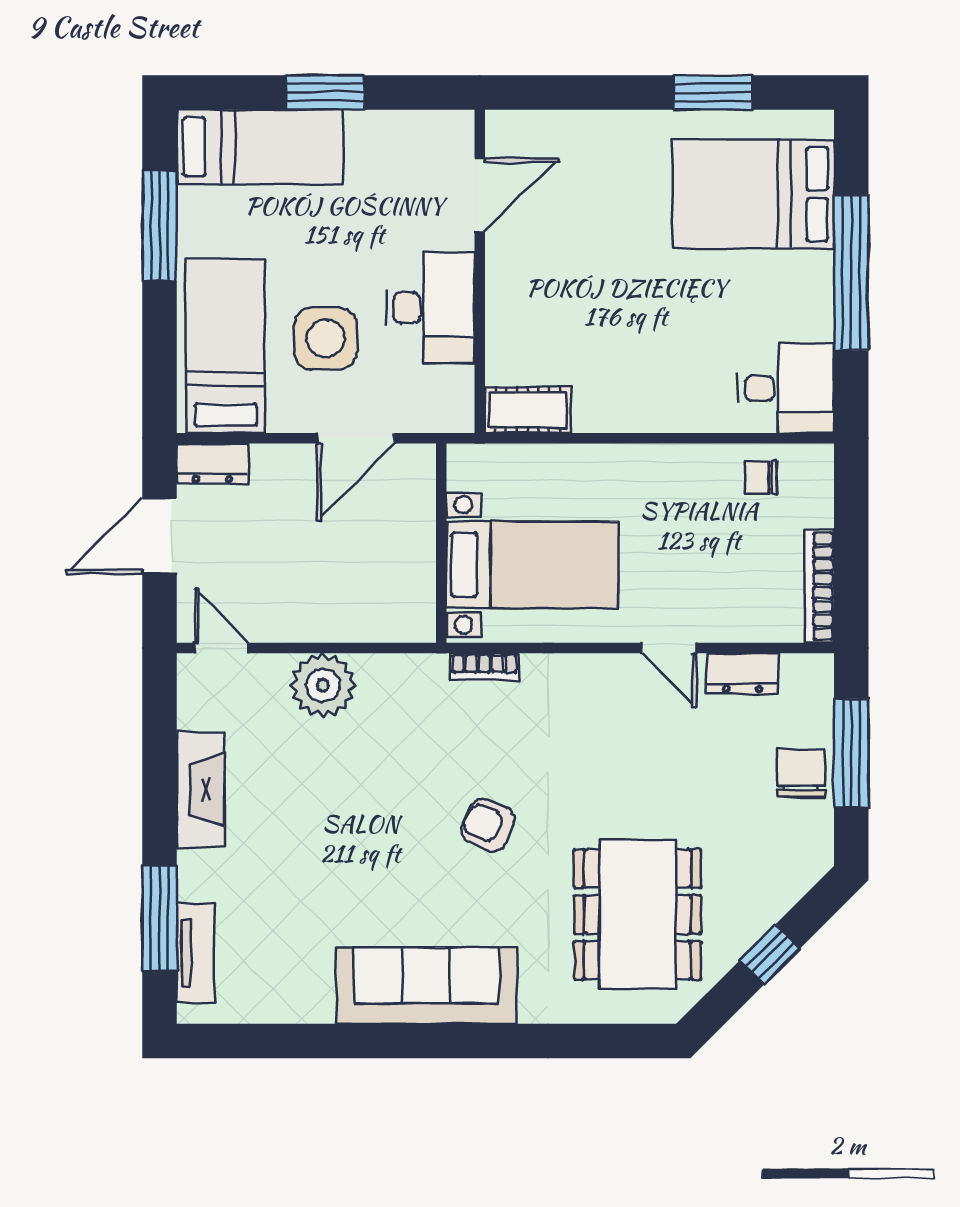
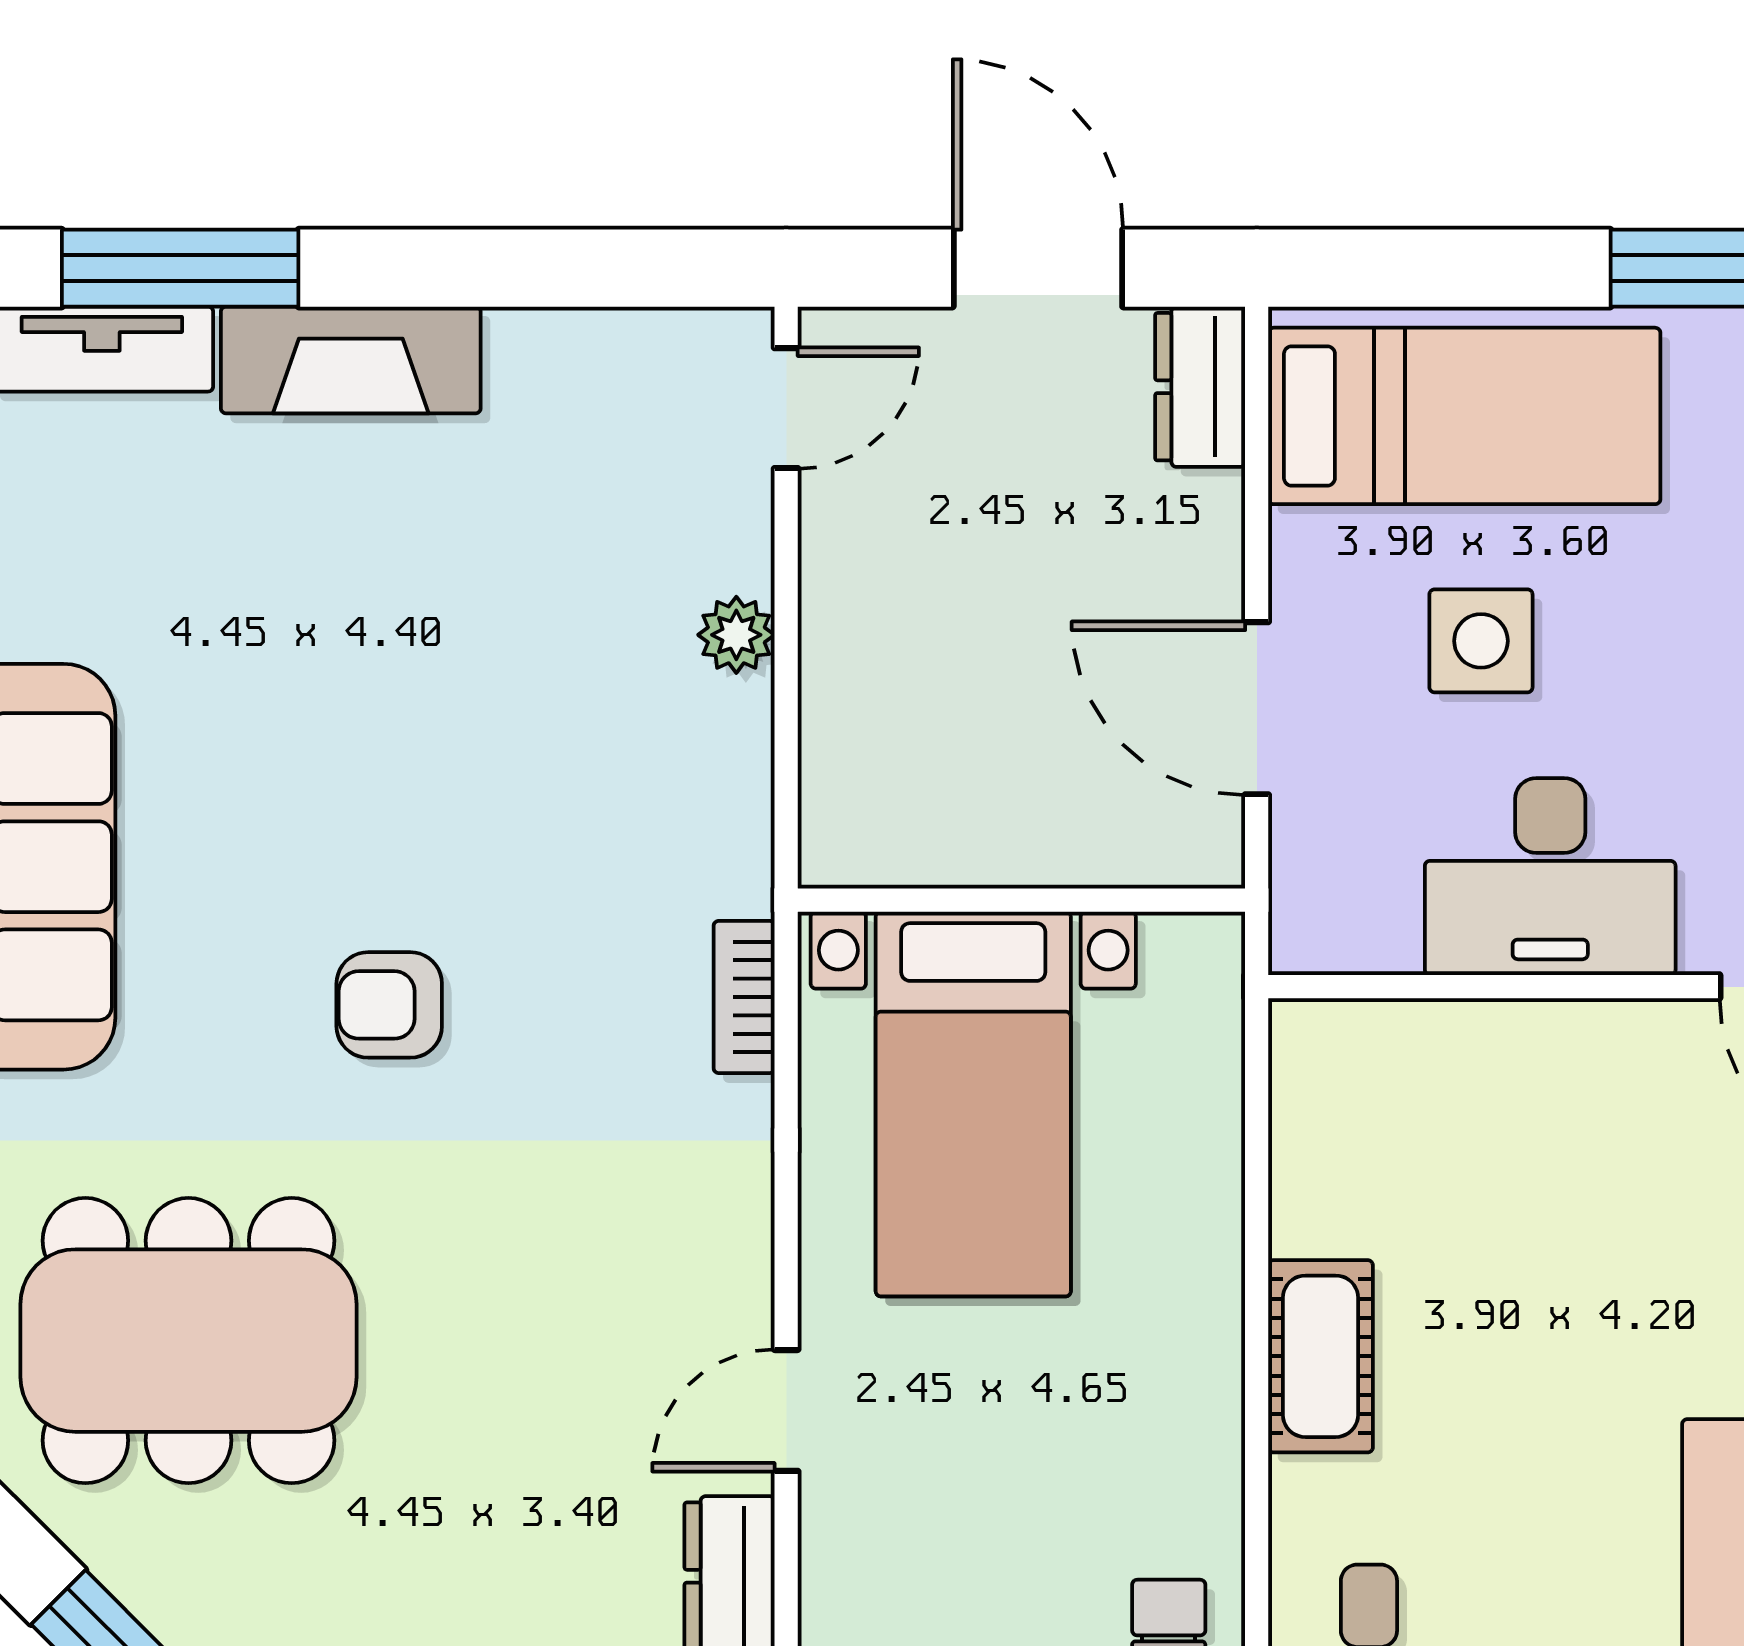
side table: (326, 338) -> (1481, 641), width x0.73, depth x0.73
cot: (528, 410) -> (1321, 1356), moved
plant: (323, 685) -> (736, 635), width x0.53, depth x0.53
fireplace: (200, 790) -> (351, 360), moved
armchair: (488, 825) -> (389, 1005), turned -115

